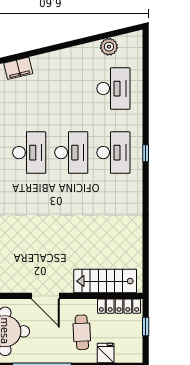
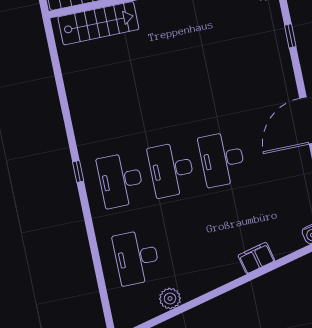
plant: (109, 47) -> (170, 298), moved
window: (146, 153) -> (78, 171), moved

